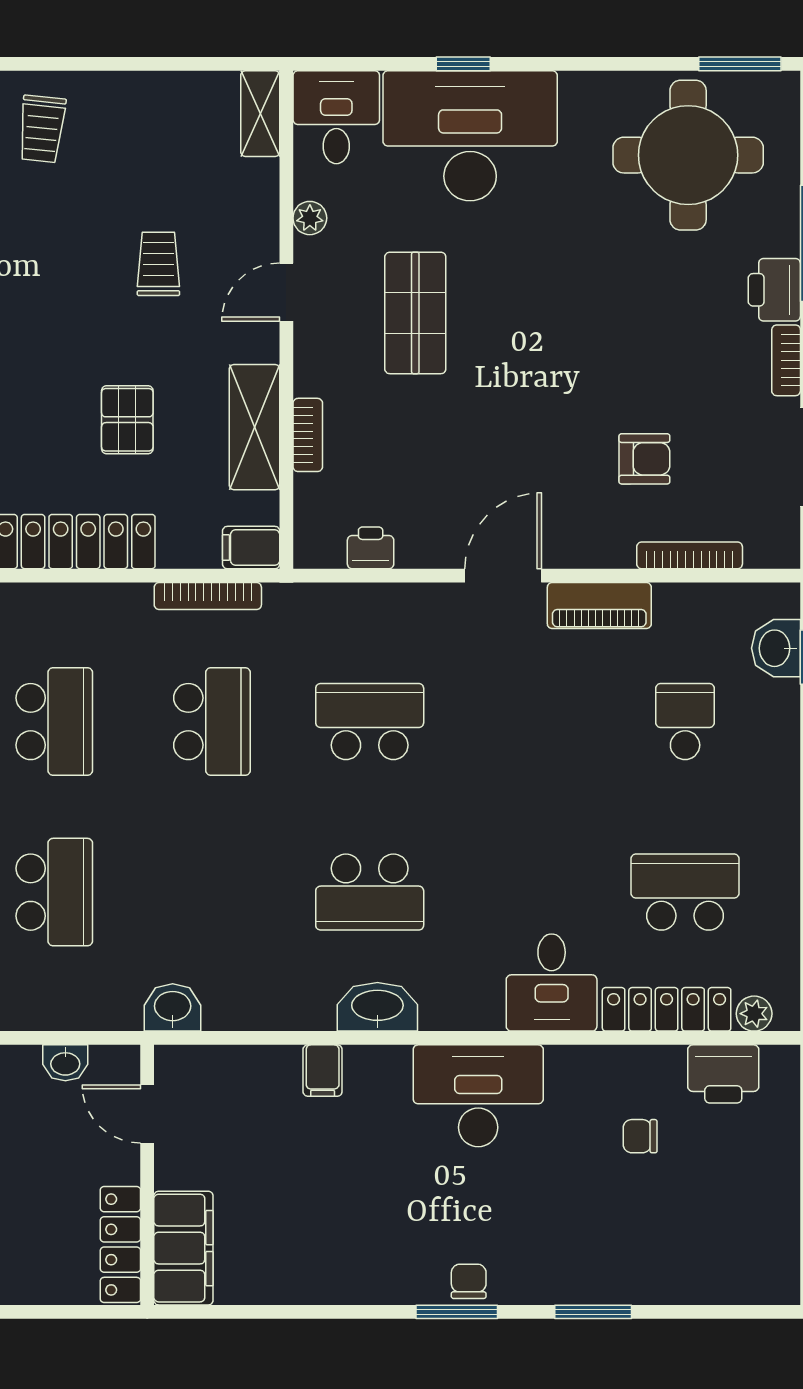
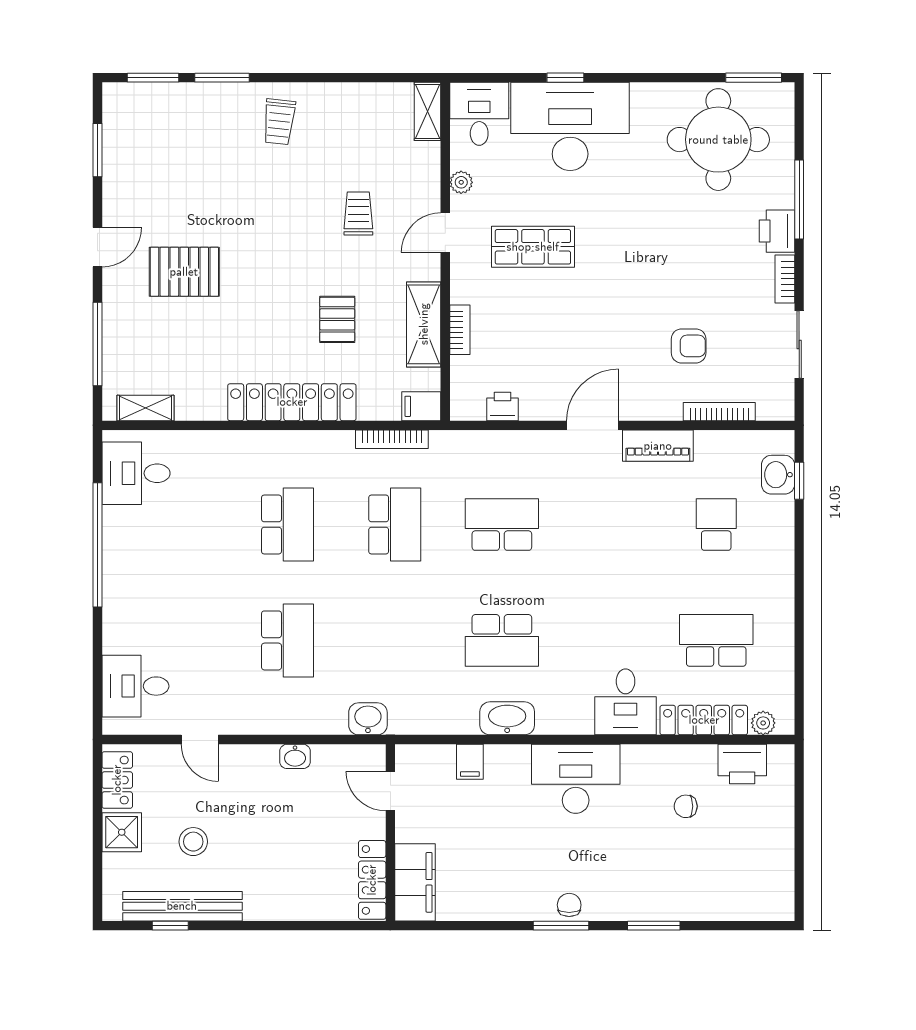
shop shelf: (415, 313) -> (533, 247), turned 90
door: (147, 1114) -> (390, 791), moved
wall: (147, 1175) -> (390, 833), moved
locker: (120, 1245) -> (372, 880), moved
filing cabinet: (183, 1248) -> (415, 882), moved

